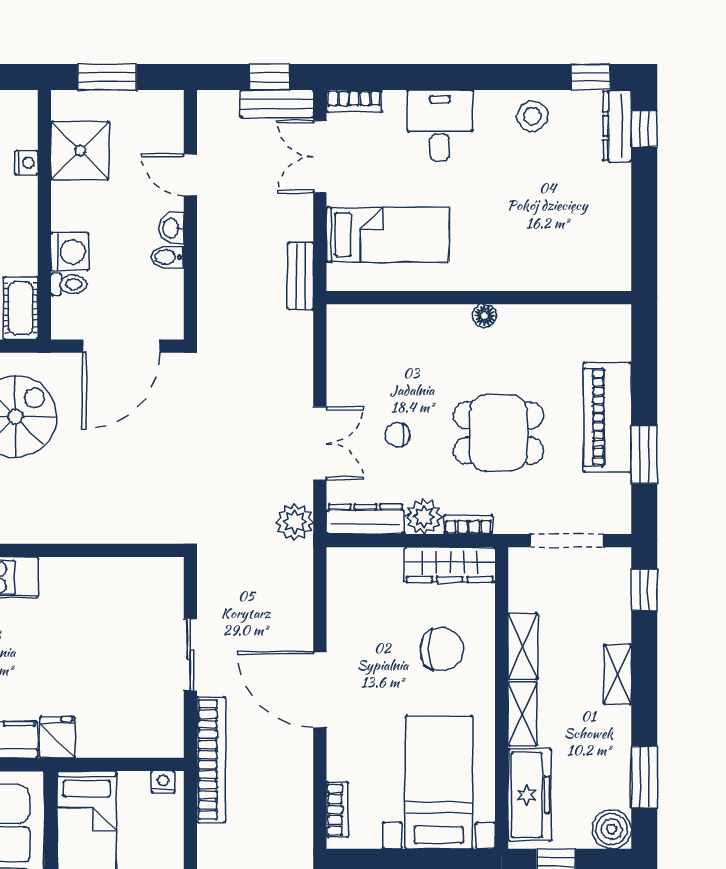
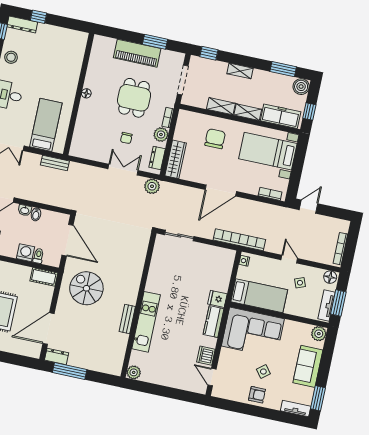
window: (644, 129) -> (39, 17), moved
dresser: (365, 519) -> (157, 158), width x0.70
wardrobe: (450, 565) -> (176, 159), moved
sliding door: (190, 655) -> (179, 236), moved

